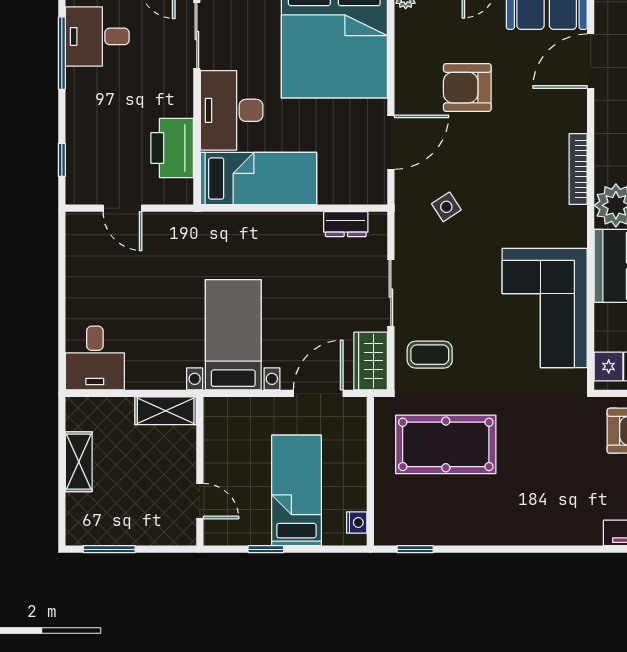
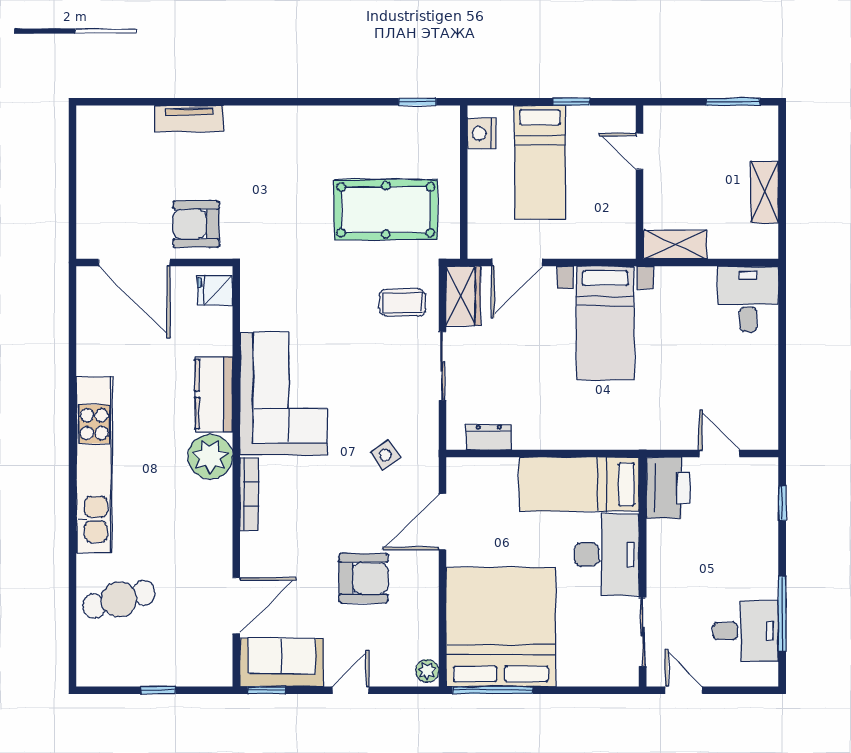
printer: (172, 148) -> (668, 488), moved
corner sofa: (545, 308) -> (284, 394), moved
nightstand: (357, 523) -> (481, 133), width x1.39, depth x1.35

